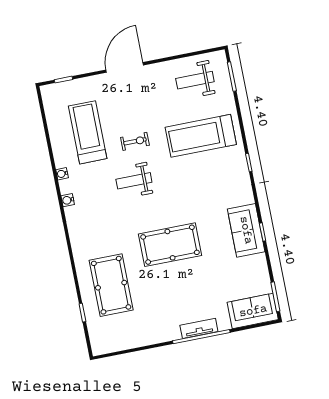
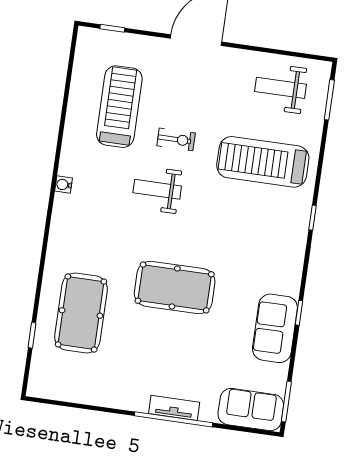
water cooler: (62, 174) -> (68, 148), removed
sofa: (246, 230) -> (275, 328), moved

